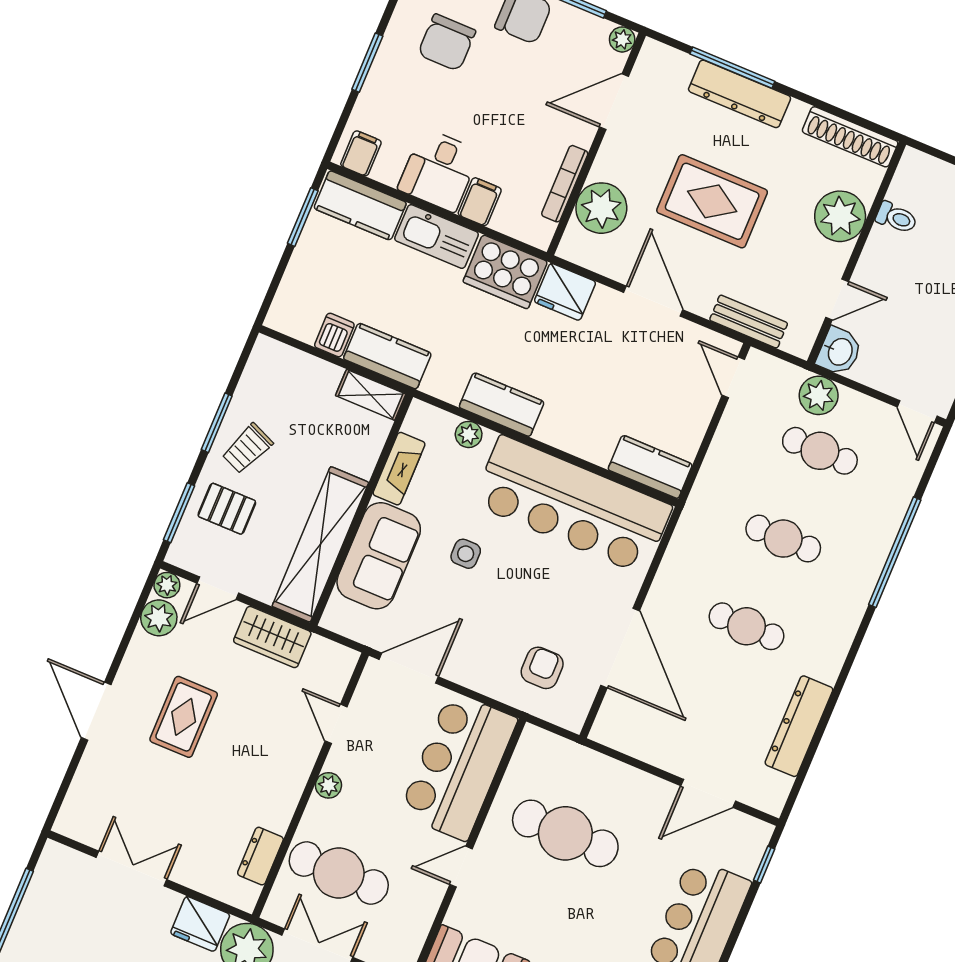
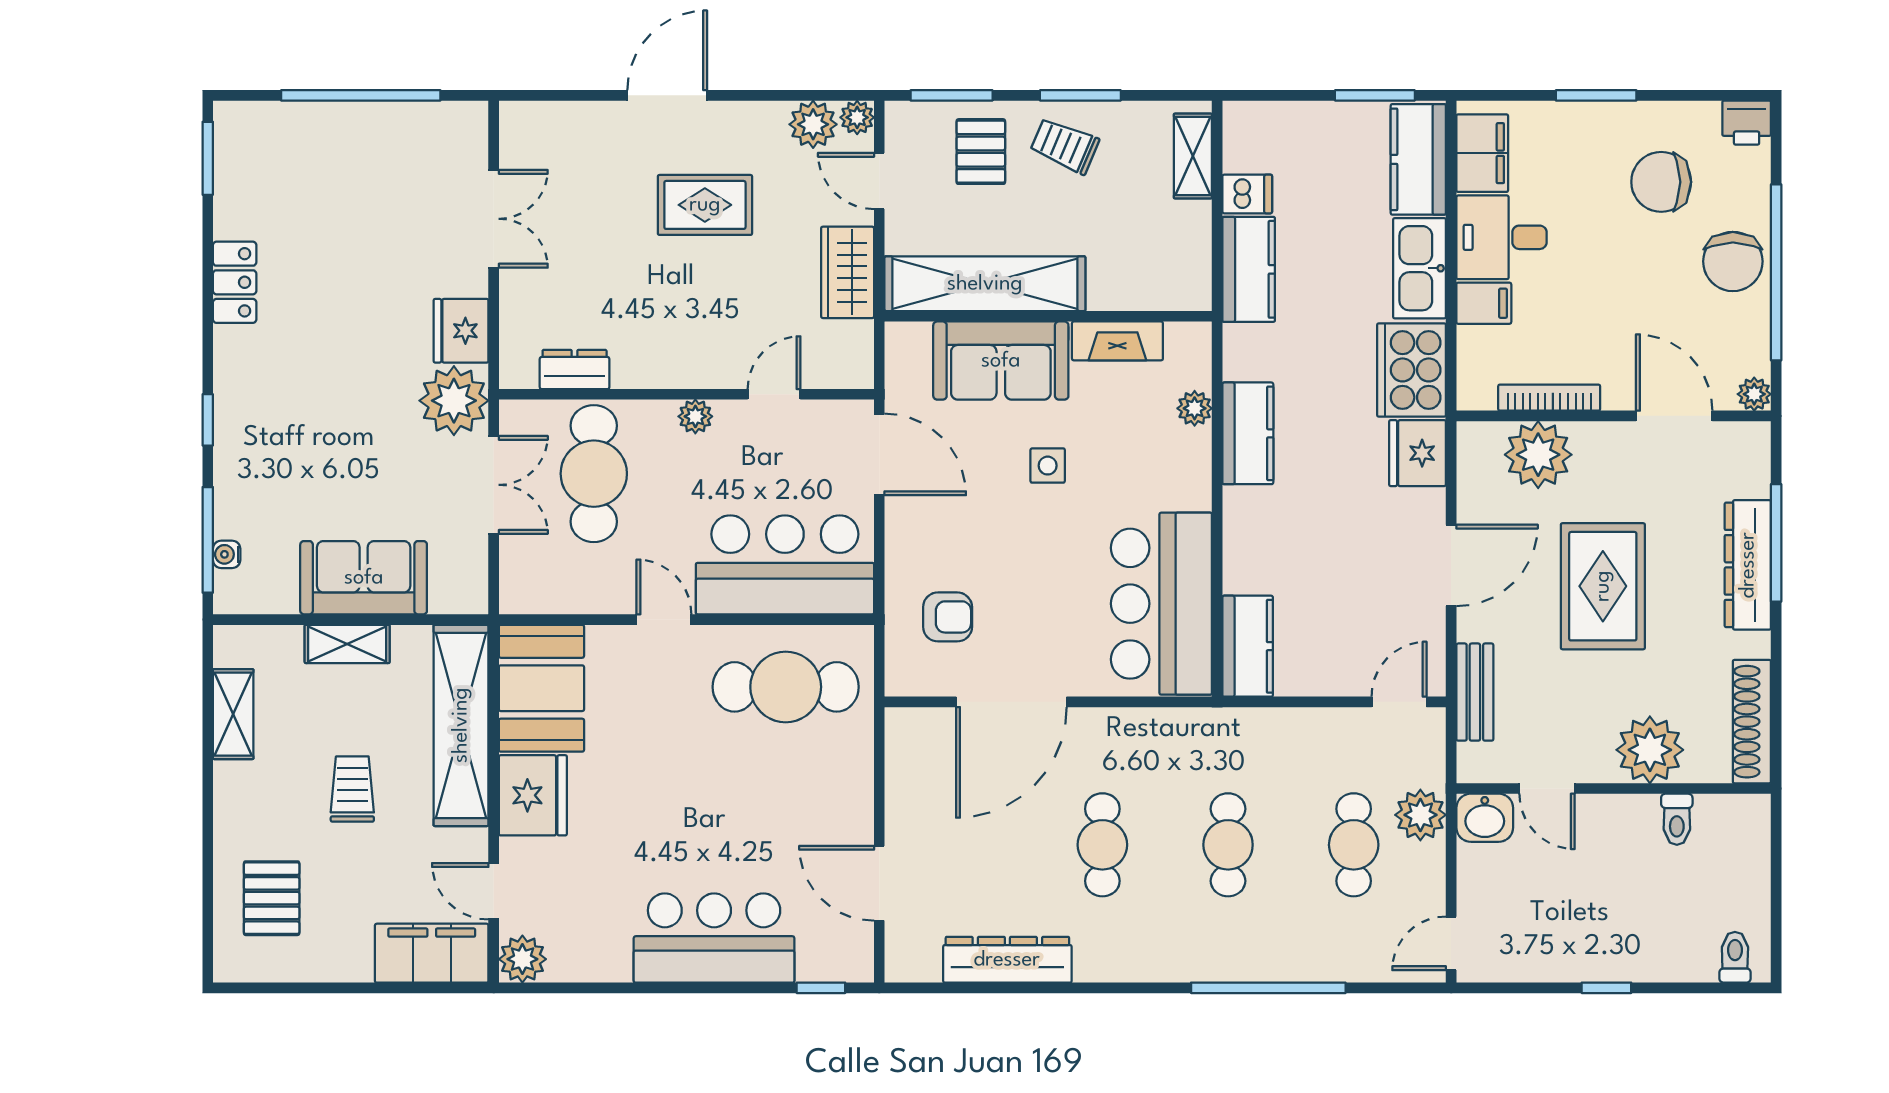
filing cabinet: (361, 153) -> (1482, 153), width x2.00
shelving: (371, 395) -> (1193, 156), moved
bar counter: (572, 505) -> (1161, 604), width x0.73
cafe table: (565, 833) -> (786, 687), moved, turned 90

